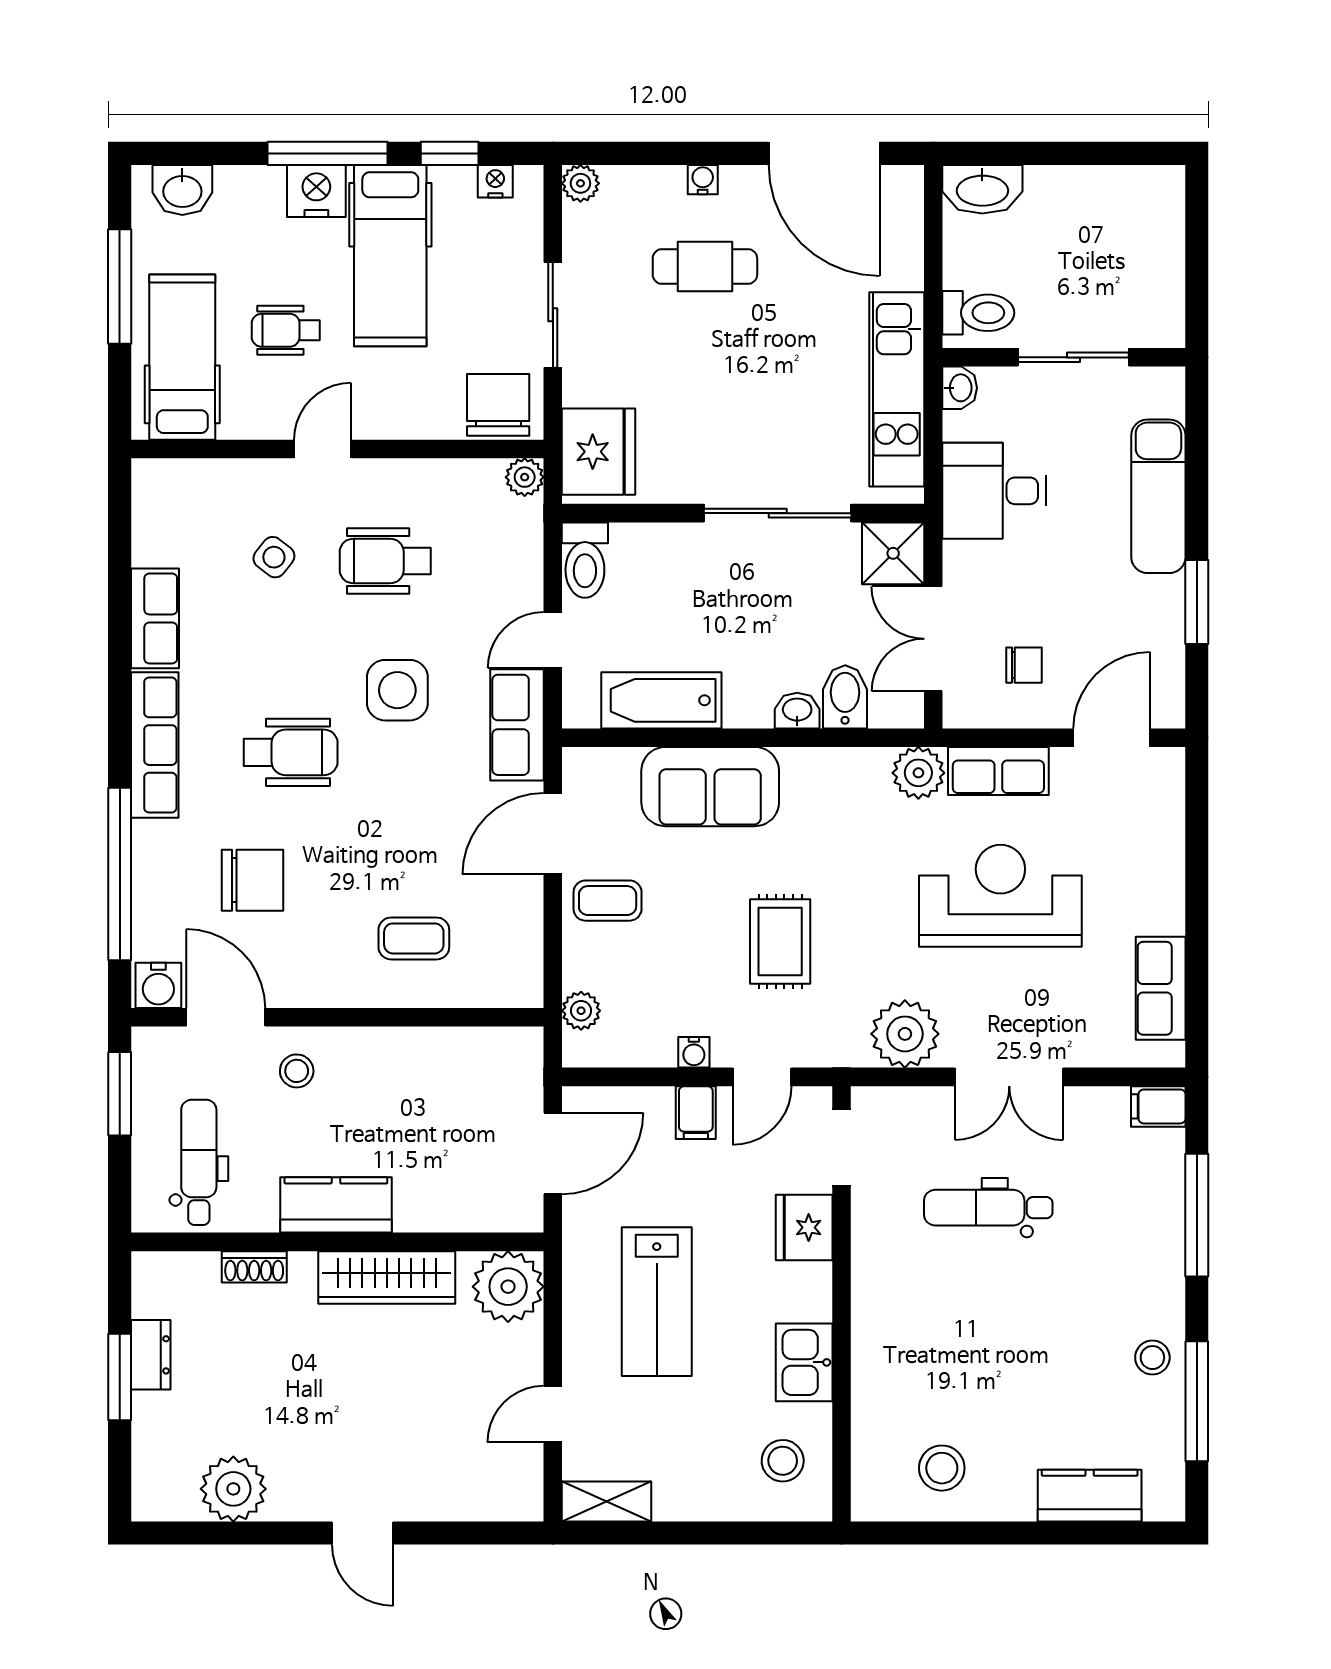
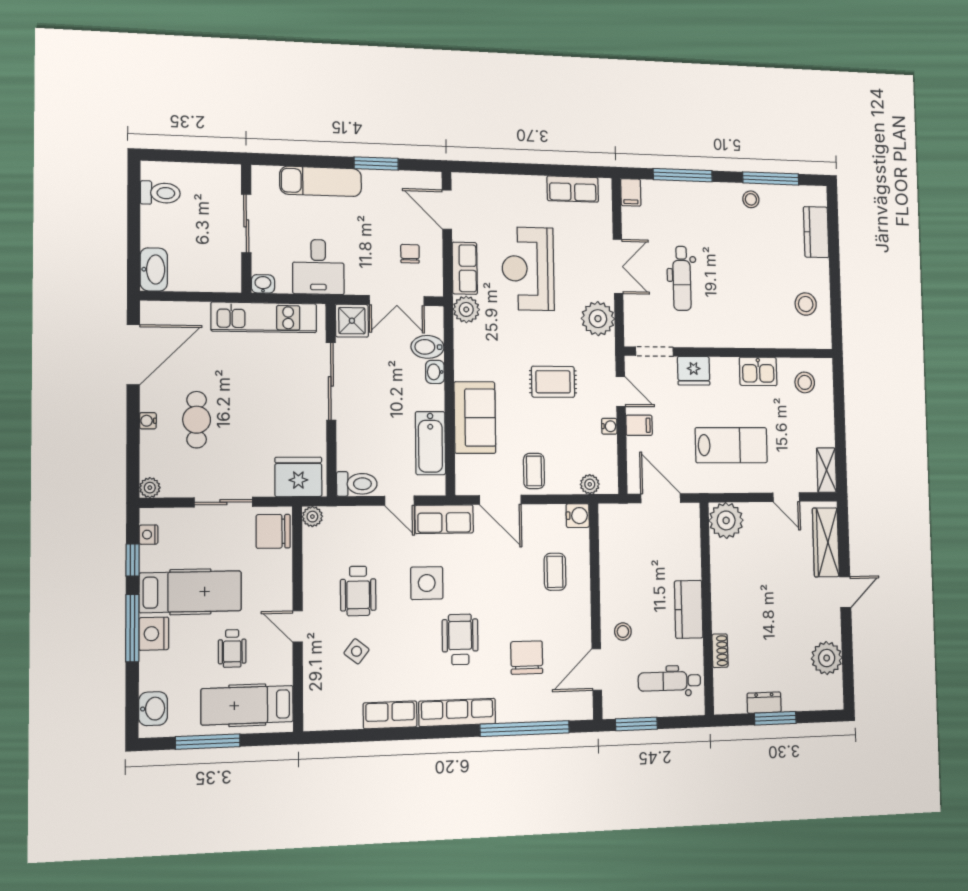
toilet: (978, 313) -> (160, 193), moved, turned 90
water cooler: (158, 985) -> (578, 516), moved
wardrobe: (387, 1278) -> (826, 542), moved, turned 180

